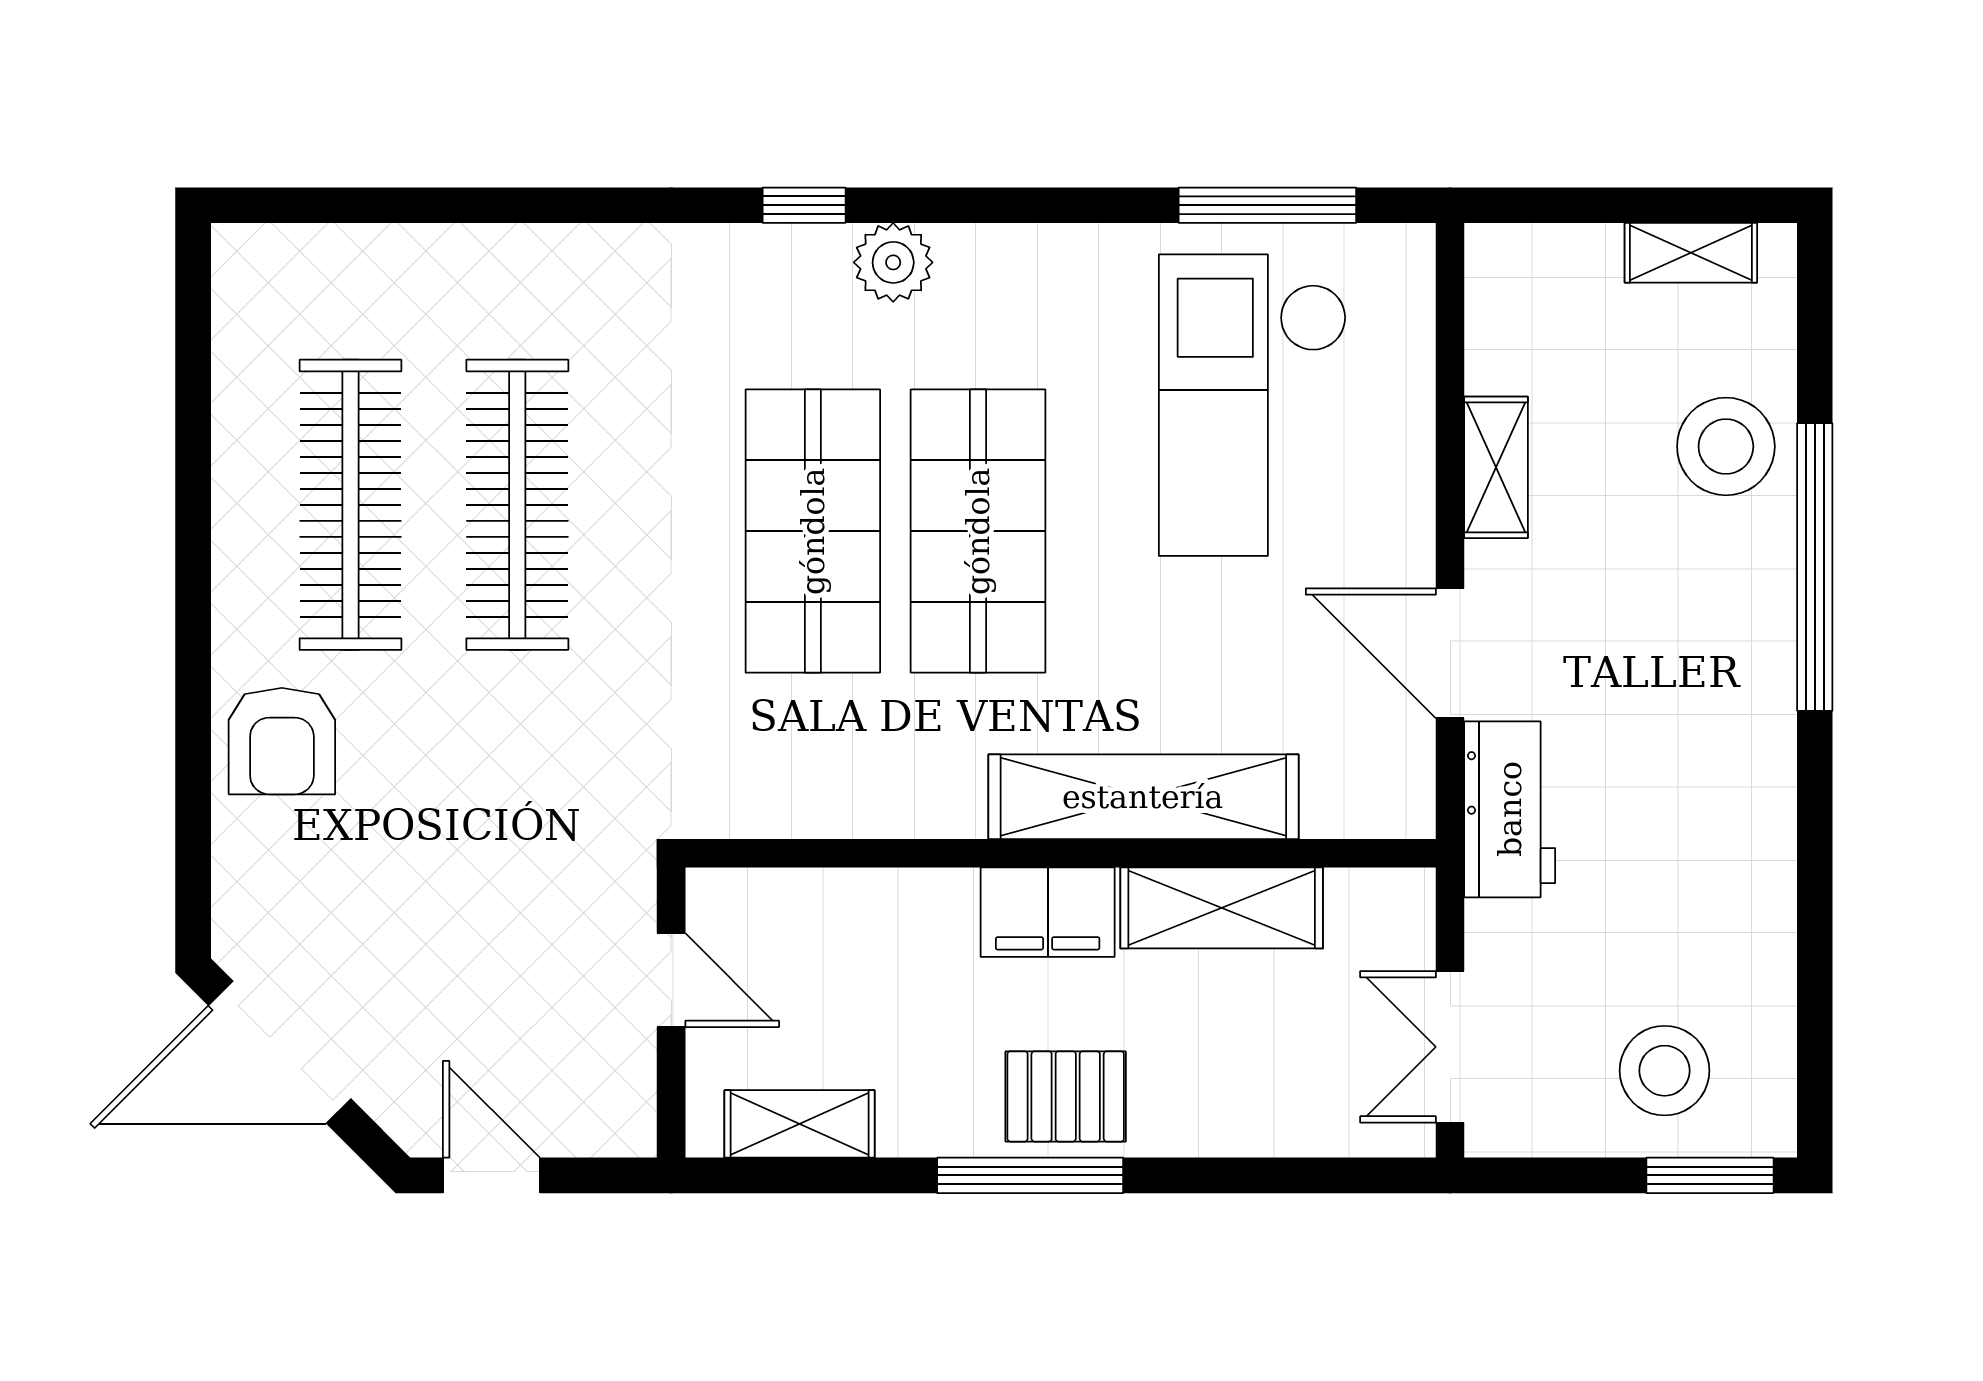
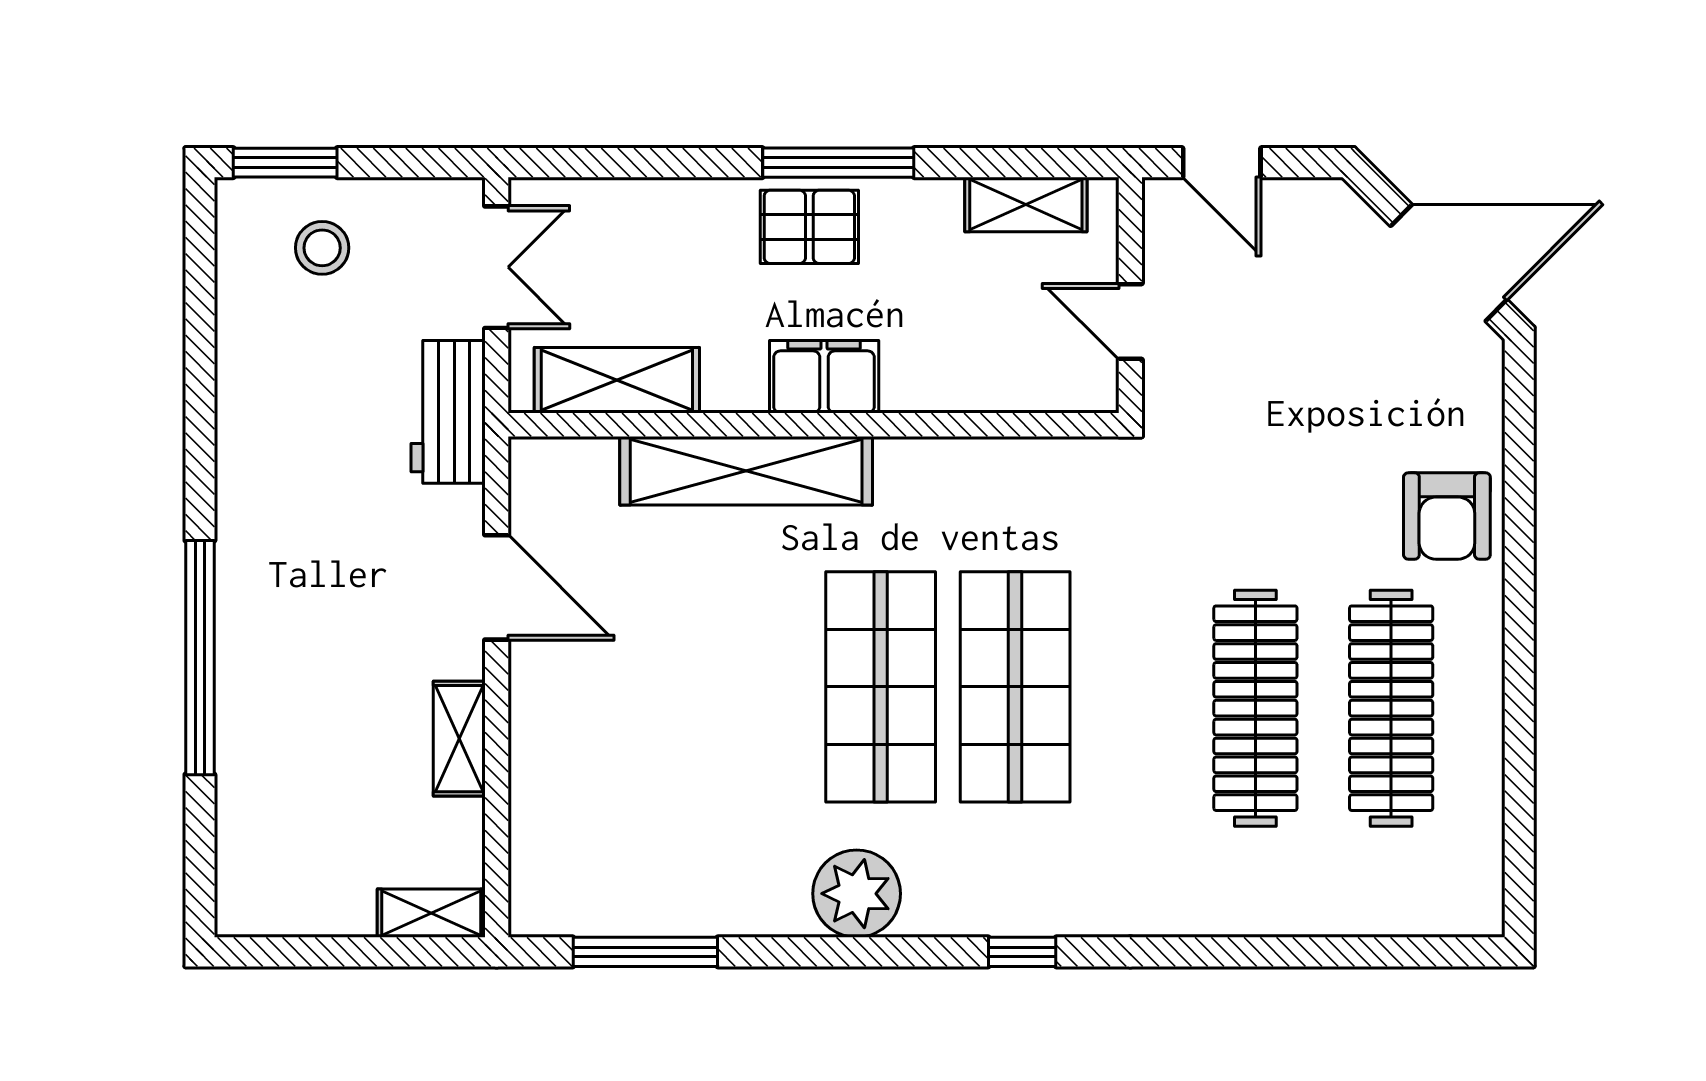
shelving: (1691, 253) -> (431, 913), moved
plant: (893, 262) -> (857, 894), moved, width x1.36, depth x1.36
checkout: (1253, 405) -> (657, 789), removed
stool: (1726, 446) -> (272, 756), removed
armchair: (282, 741) -> (1447, 516), turned 180
workbench: (1510, 809) -> (448, 412), moved
shelving: (1222, 908) -> (617, 380), moved
stool: (1665, 1071) -> (322, 248), width x0.73, depth x0.73
door: (491, 1175) -> (1222, 163), moved

